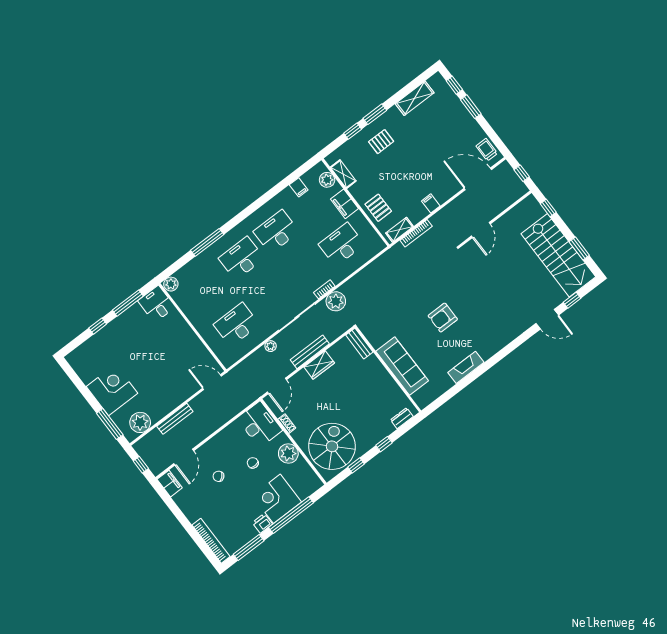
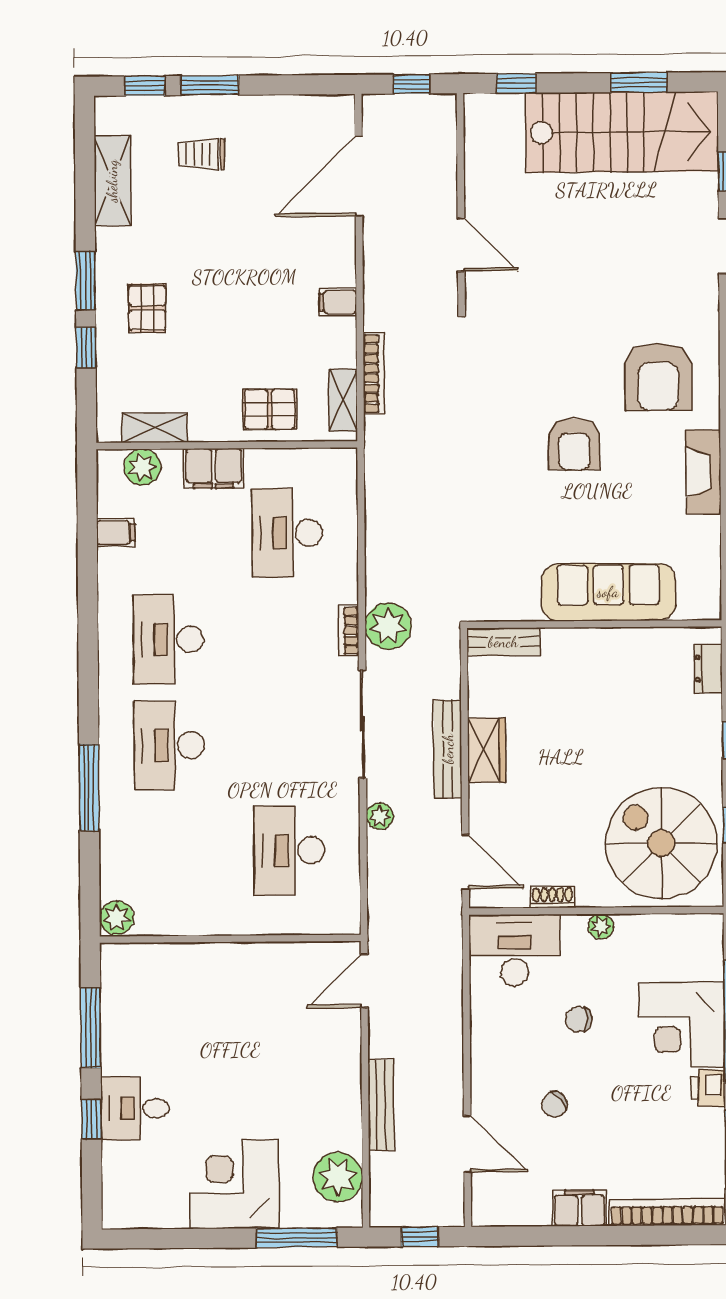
trolley: (487, 150) -> (201, 154), moved
desk: (156, 304) -> (135, 1109), moved
armchair: (486, 329) -> (658, 377), added
plant: (288, 453) -> (601, 926), width x0.53, depth x0.53
filing cabinet: (170, 484) -> (579, 1208), moved

